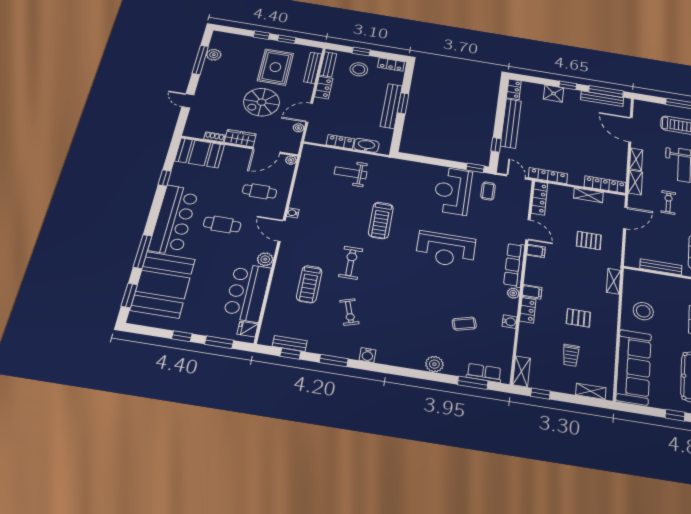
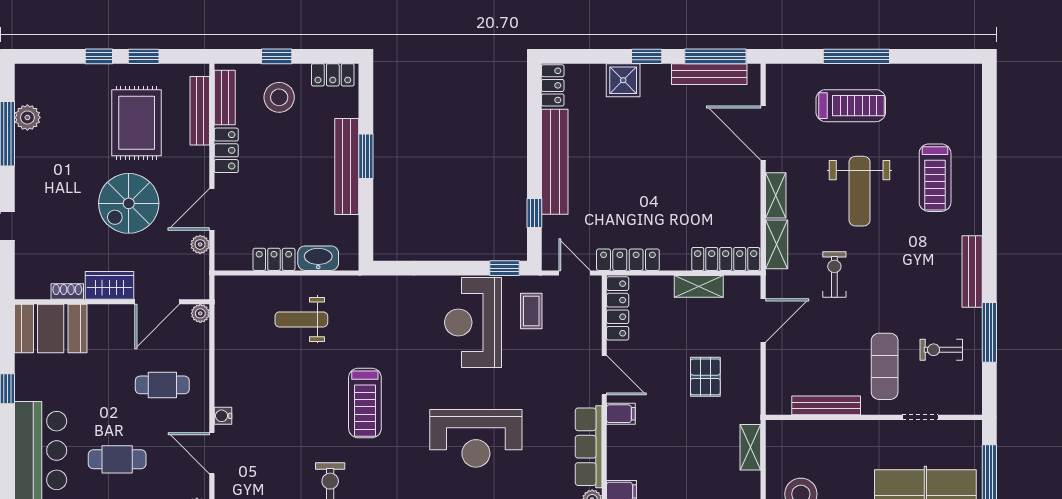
pallet: (589, 241) -> (705, 377), turned 90

